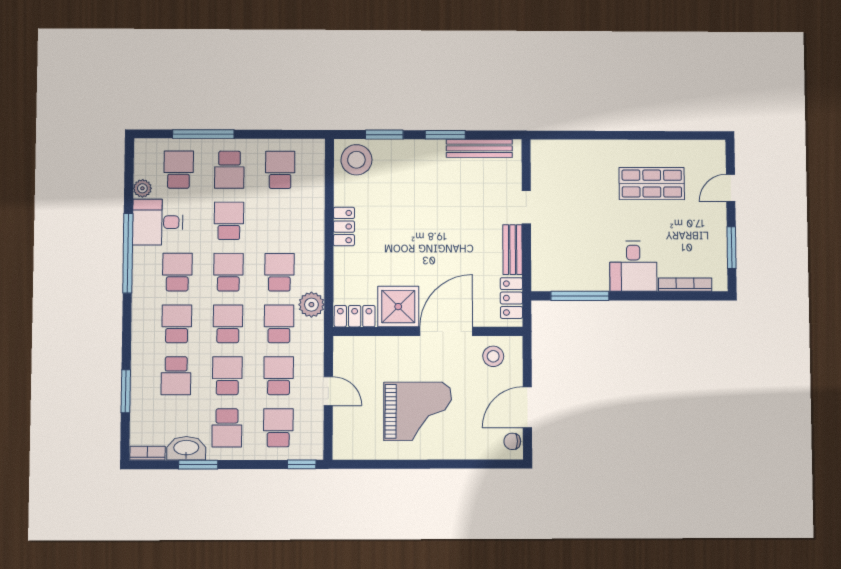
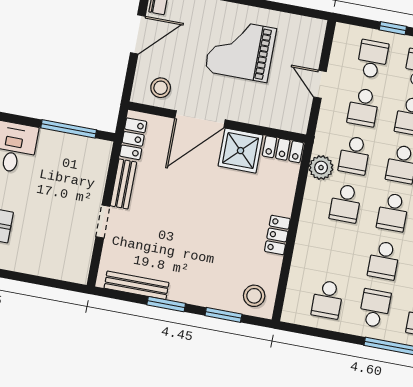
stool: (356, 160) -> (254, 296), width x0.73, depth x0.73
school desk: (278, 428) -> (372, 59), turned 180
window: (302, 464) -> (393, 28), moved

